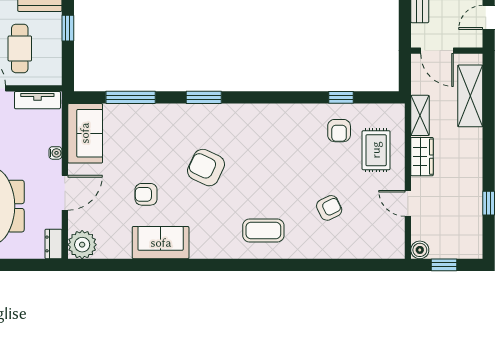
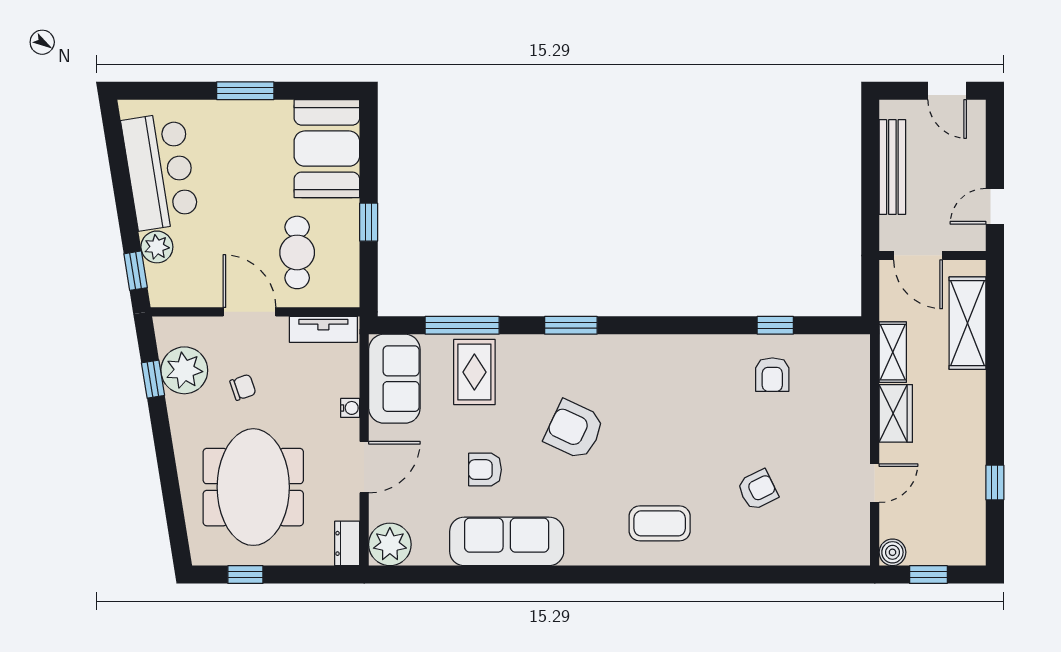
rug: (376, 150) -> (474, 372), moved
door: (408, 203) -> (875, 483), swing flipped
sofa: (161, 243) -> (507, 541), width x1.36

